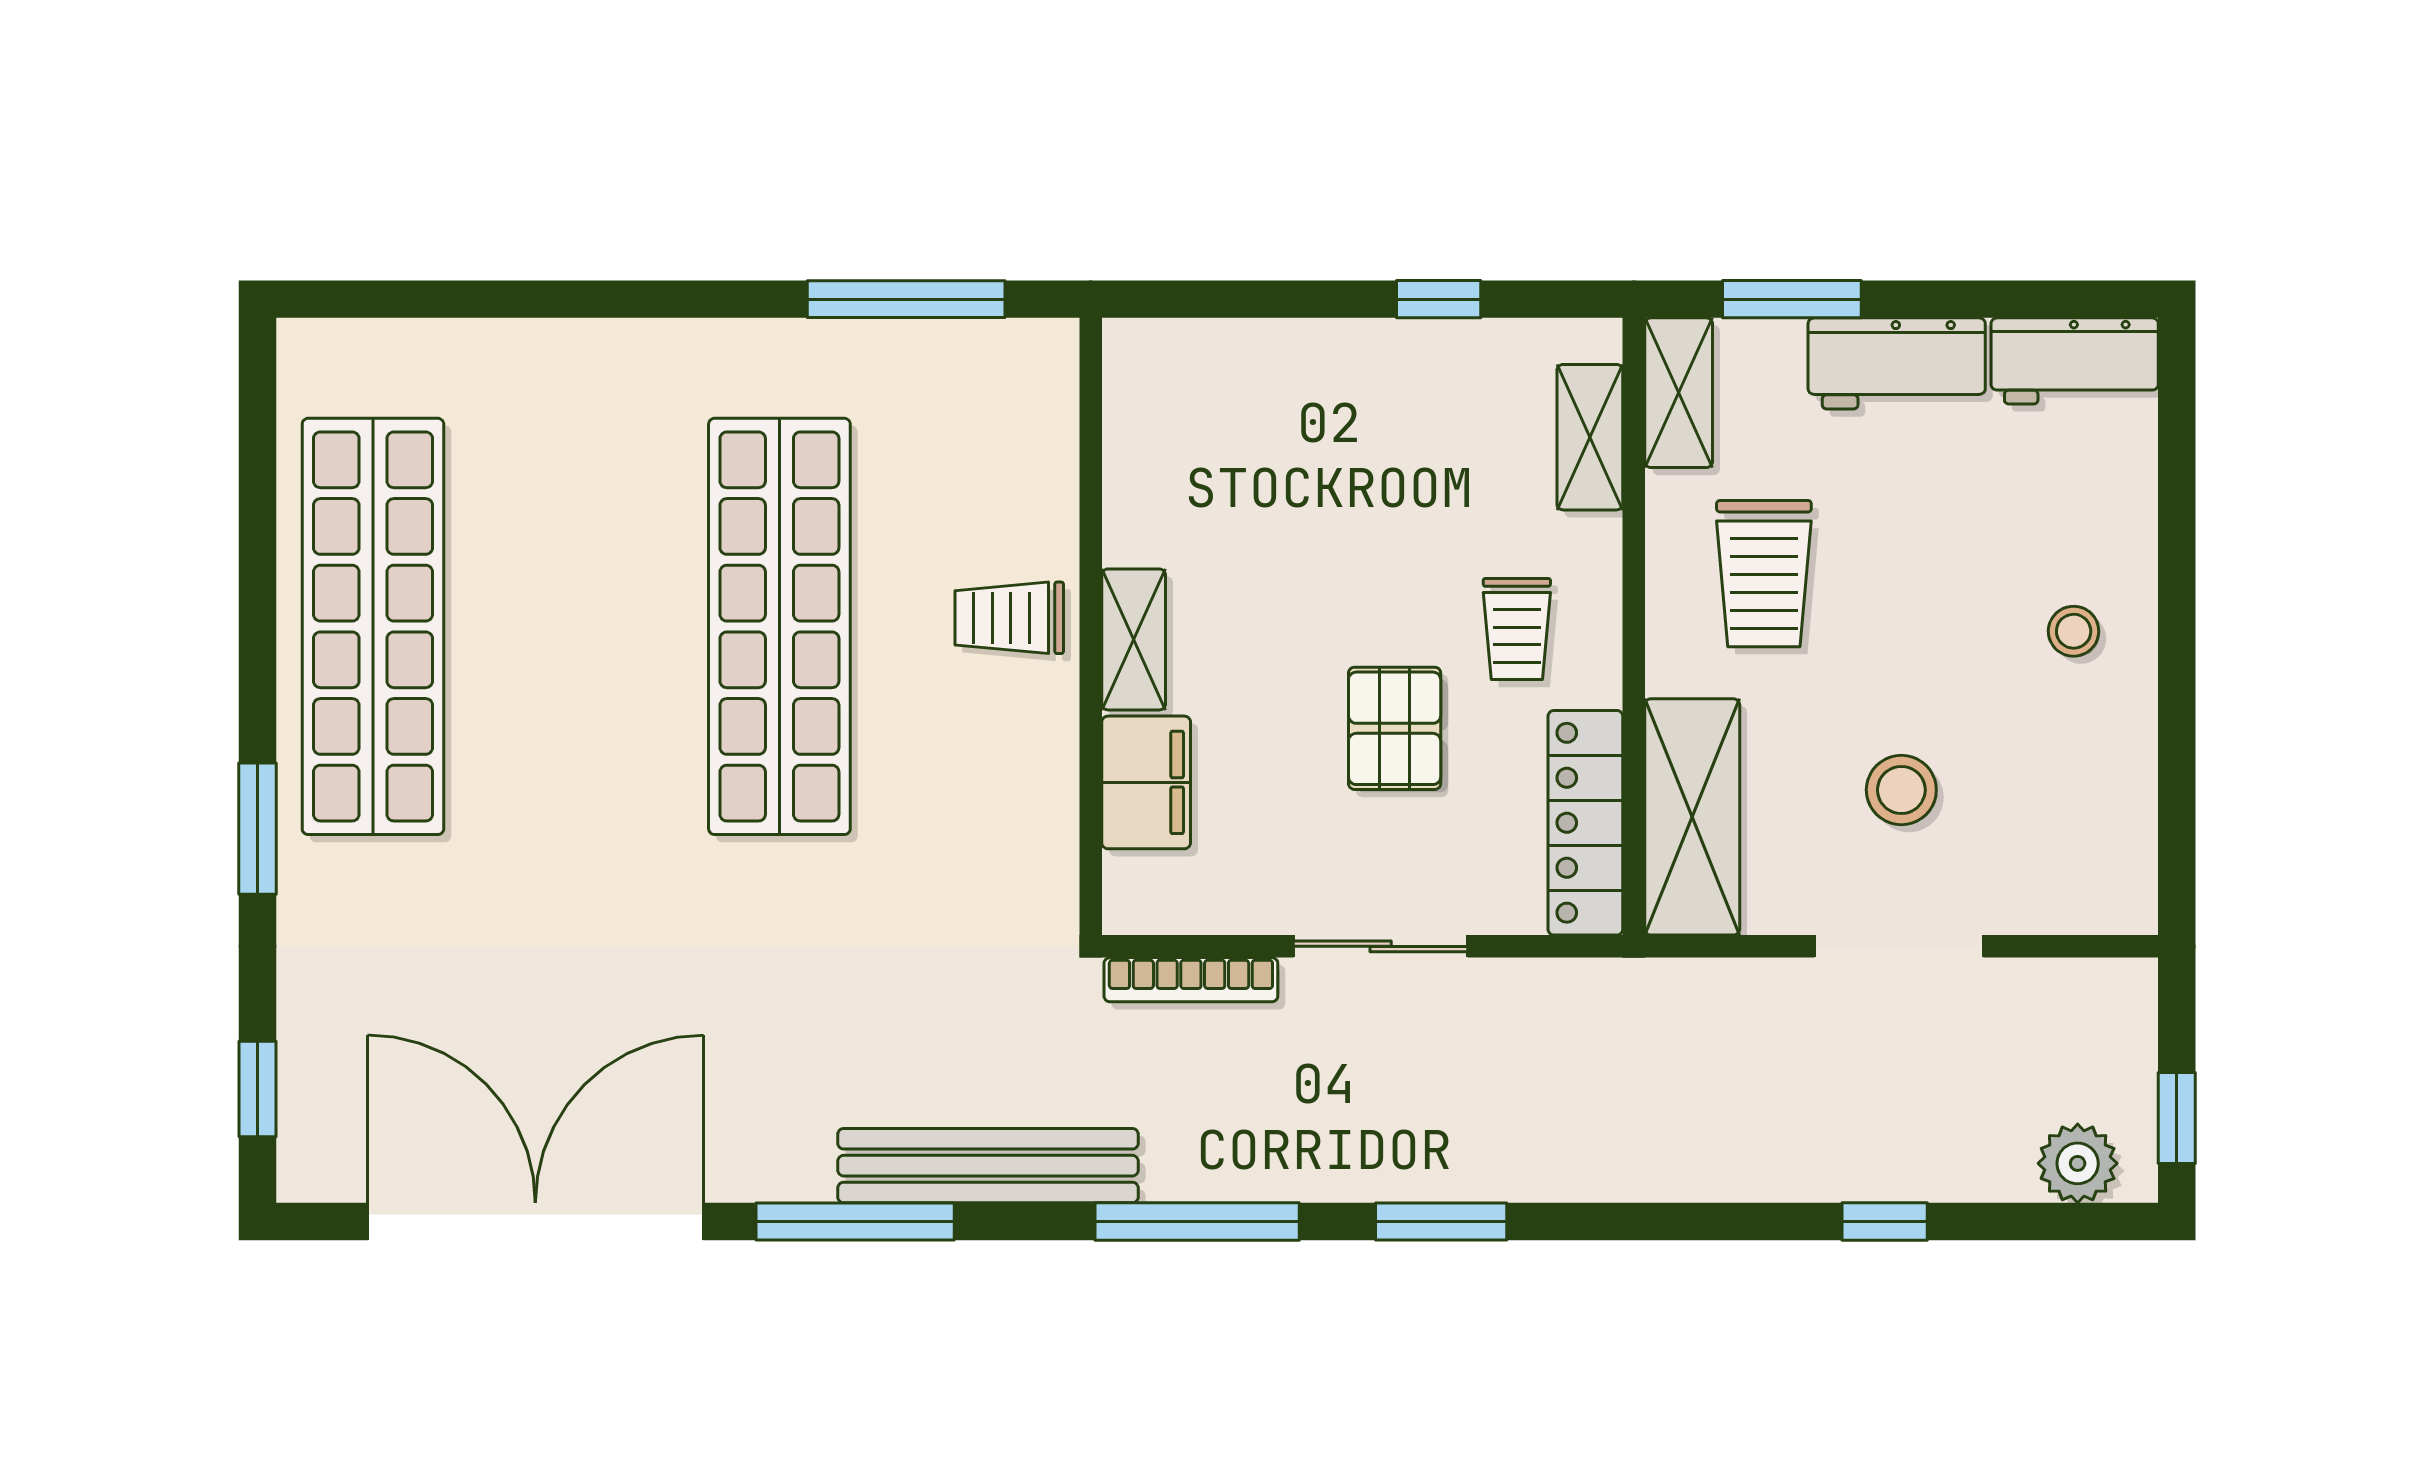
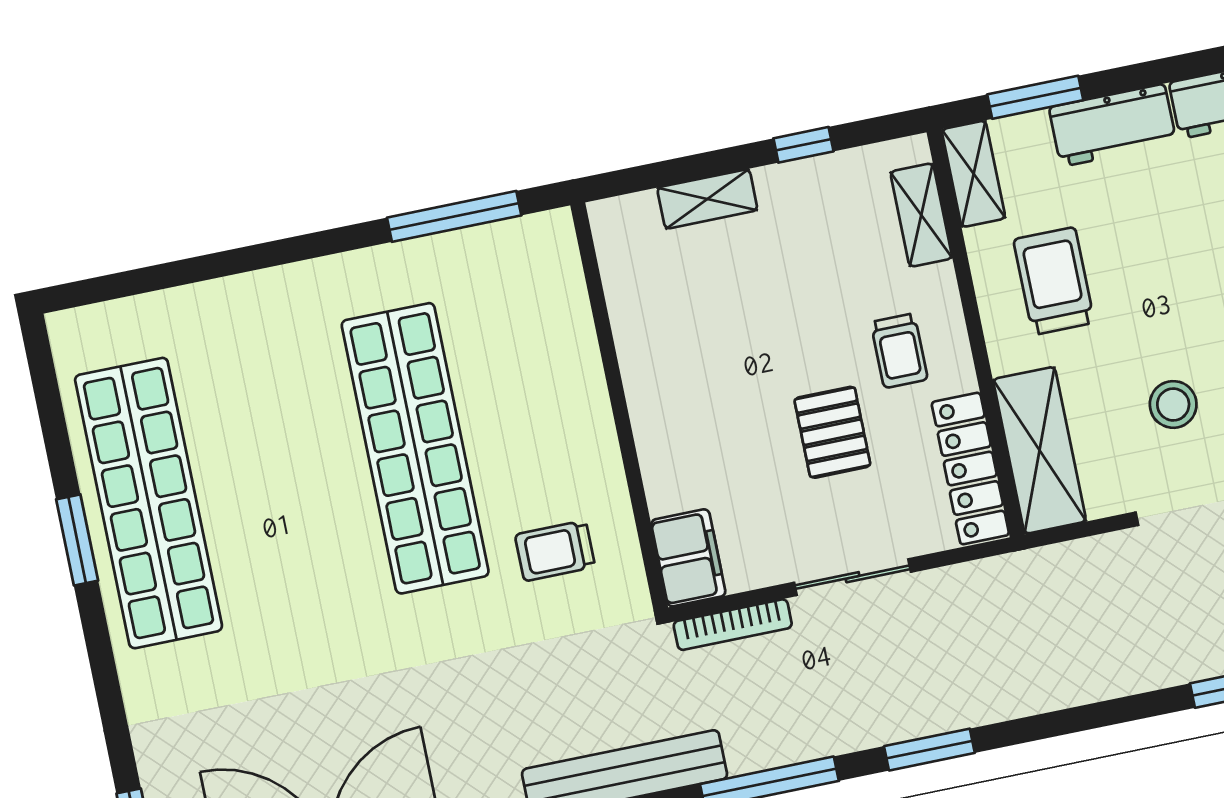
trolley: (1764, 574) -> (1054, 281), turned 180
trolley: (1009, 618) -> (555, 551), moved
shelving: (1134, 639) -> (707, 199), moved, turned 90
filing cabinet: (1146, 782) -> (688, 558), moved
window: (257, 829) -> (77, 540), moved

